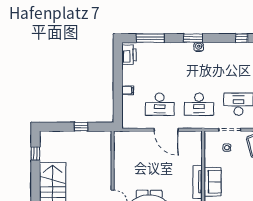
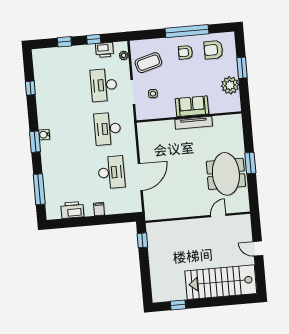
printer: (129, 55) -> (72, 210), moved
desk: (199, 104) -> (108, 129), turned 180
window: (81, 127) -> (142, 240), moved
door: (166, 130) -> (140, 177), moved

